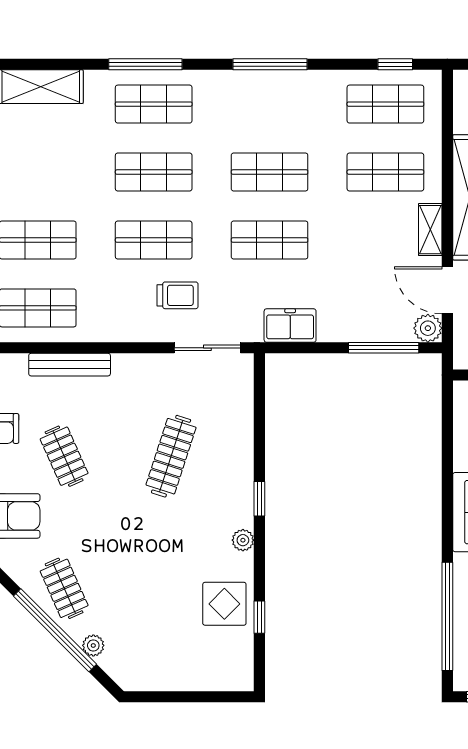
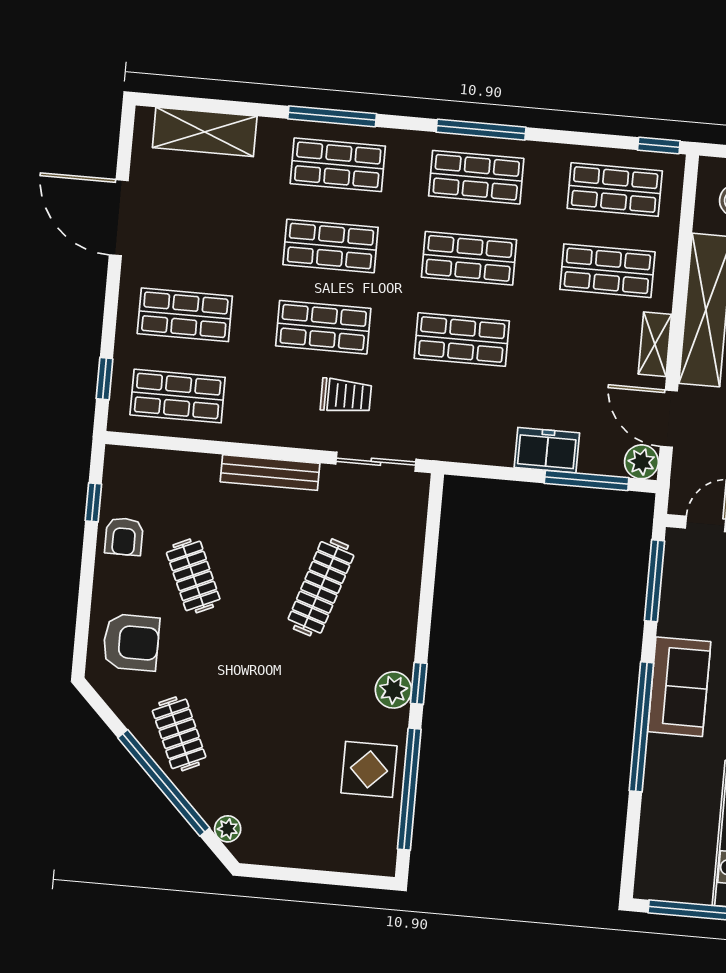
window: (395, 64) -> (659, 145), moved
shop shelf: (270, 104) -> (476, 177), added
freezer: (290, 326) -> (547, 450), moved
bench: (70, 365) -> (270, 473), moved
window: (447, 426) -> (654, 581), added
window: (259, 499) -> (419, 683), moved
plant: (243, 540) -> (393, 690), width x1.38, depth x1.38
window: (447, 616) -> (641, 727), moved
window: (259, 617) -> (409, 789), width x3.17
plant: (93, 645) -> (228, 829), moved

